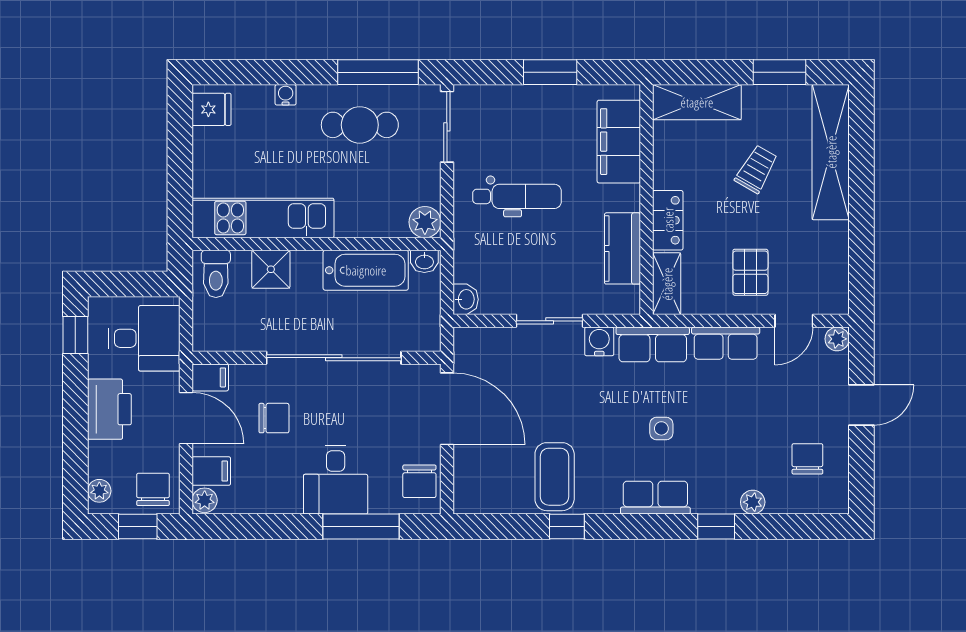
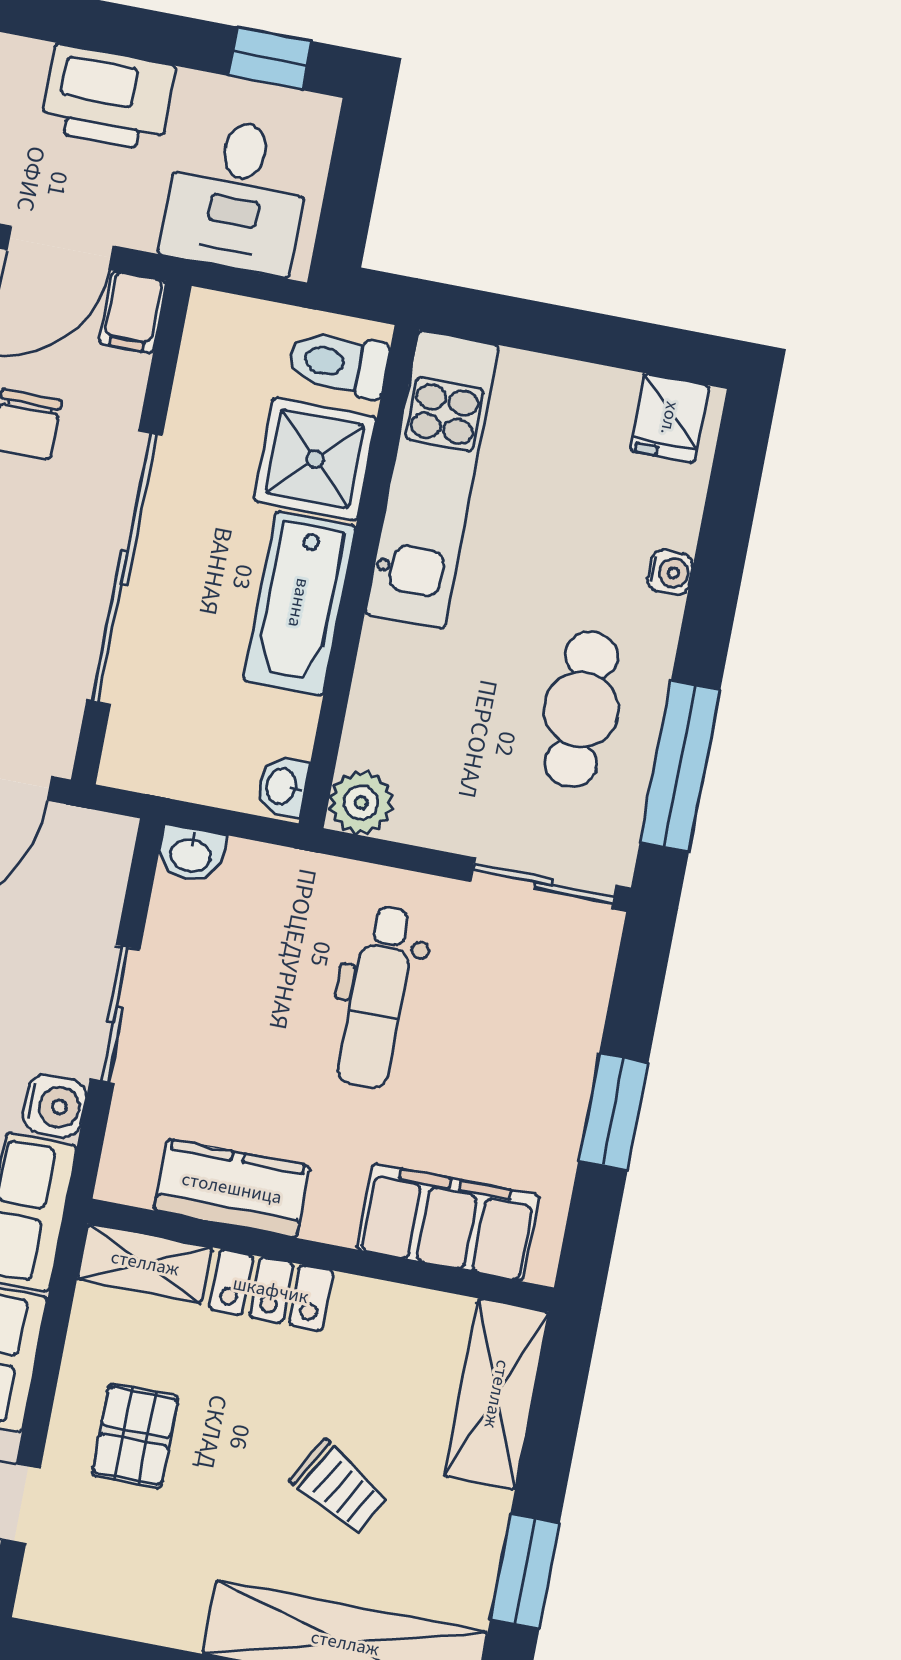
shower: (271, 269) -> (315, 459), width x1.36, depth x1.36
bathtub: (366, 270) -> (299, 603), moved
pallet: (750, 272) -> (135, 1436), turned 90

